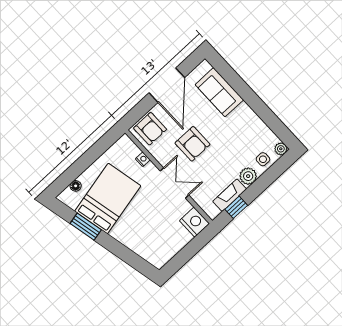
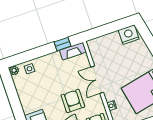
plant: (248, 176) -> (45, 62), removed
fireplace: (230, 195) -> (73, 51), moved
nightstand: (194, 222) -> (129, 35), moved, turned 90

